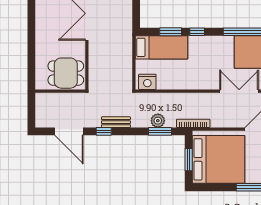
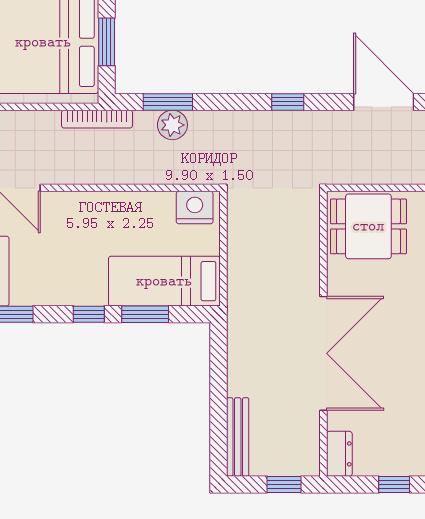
bench: (116, 122) -> (262, 122), removed
door: (69, 131) -> (384, 102), moved

